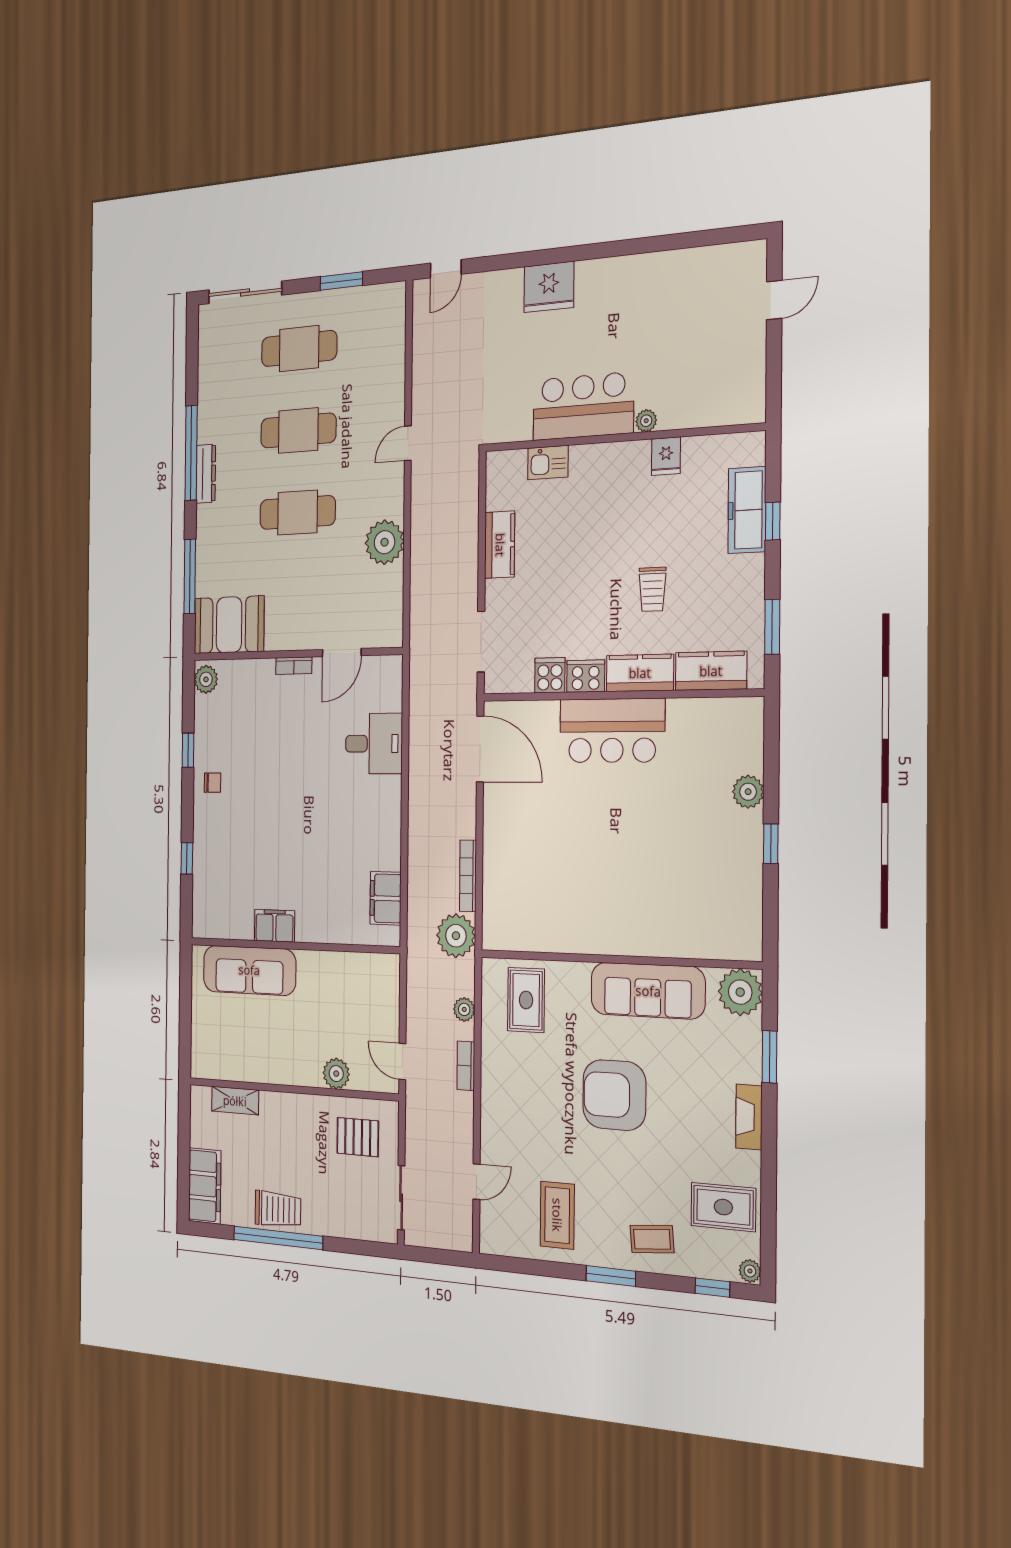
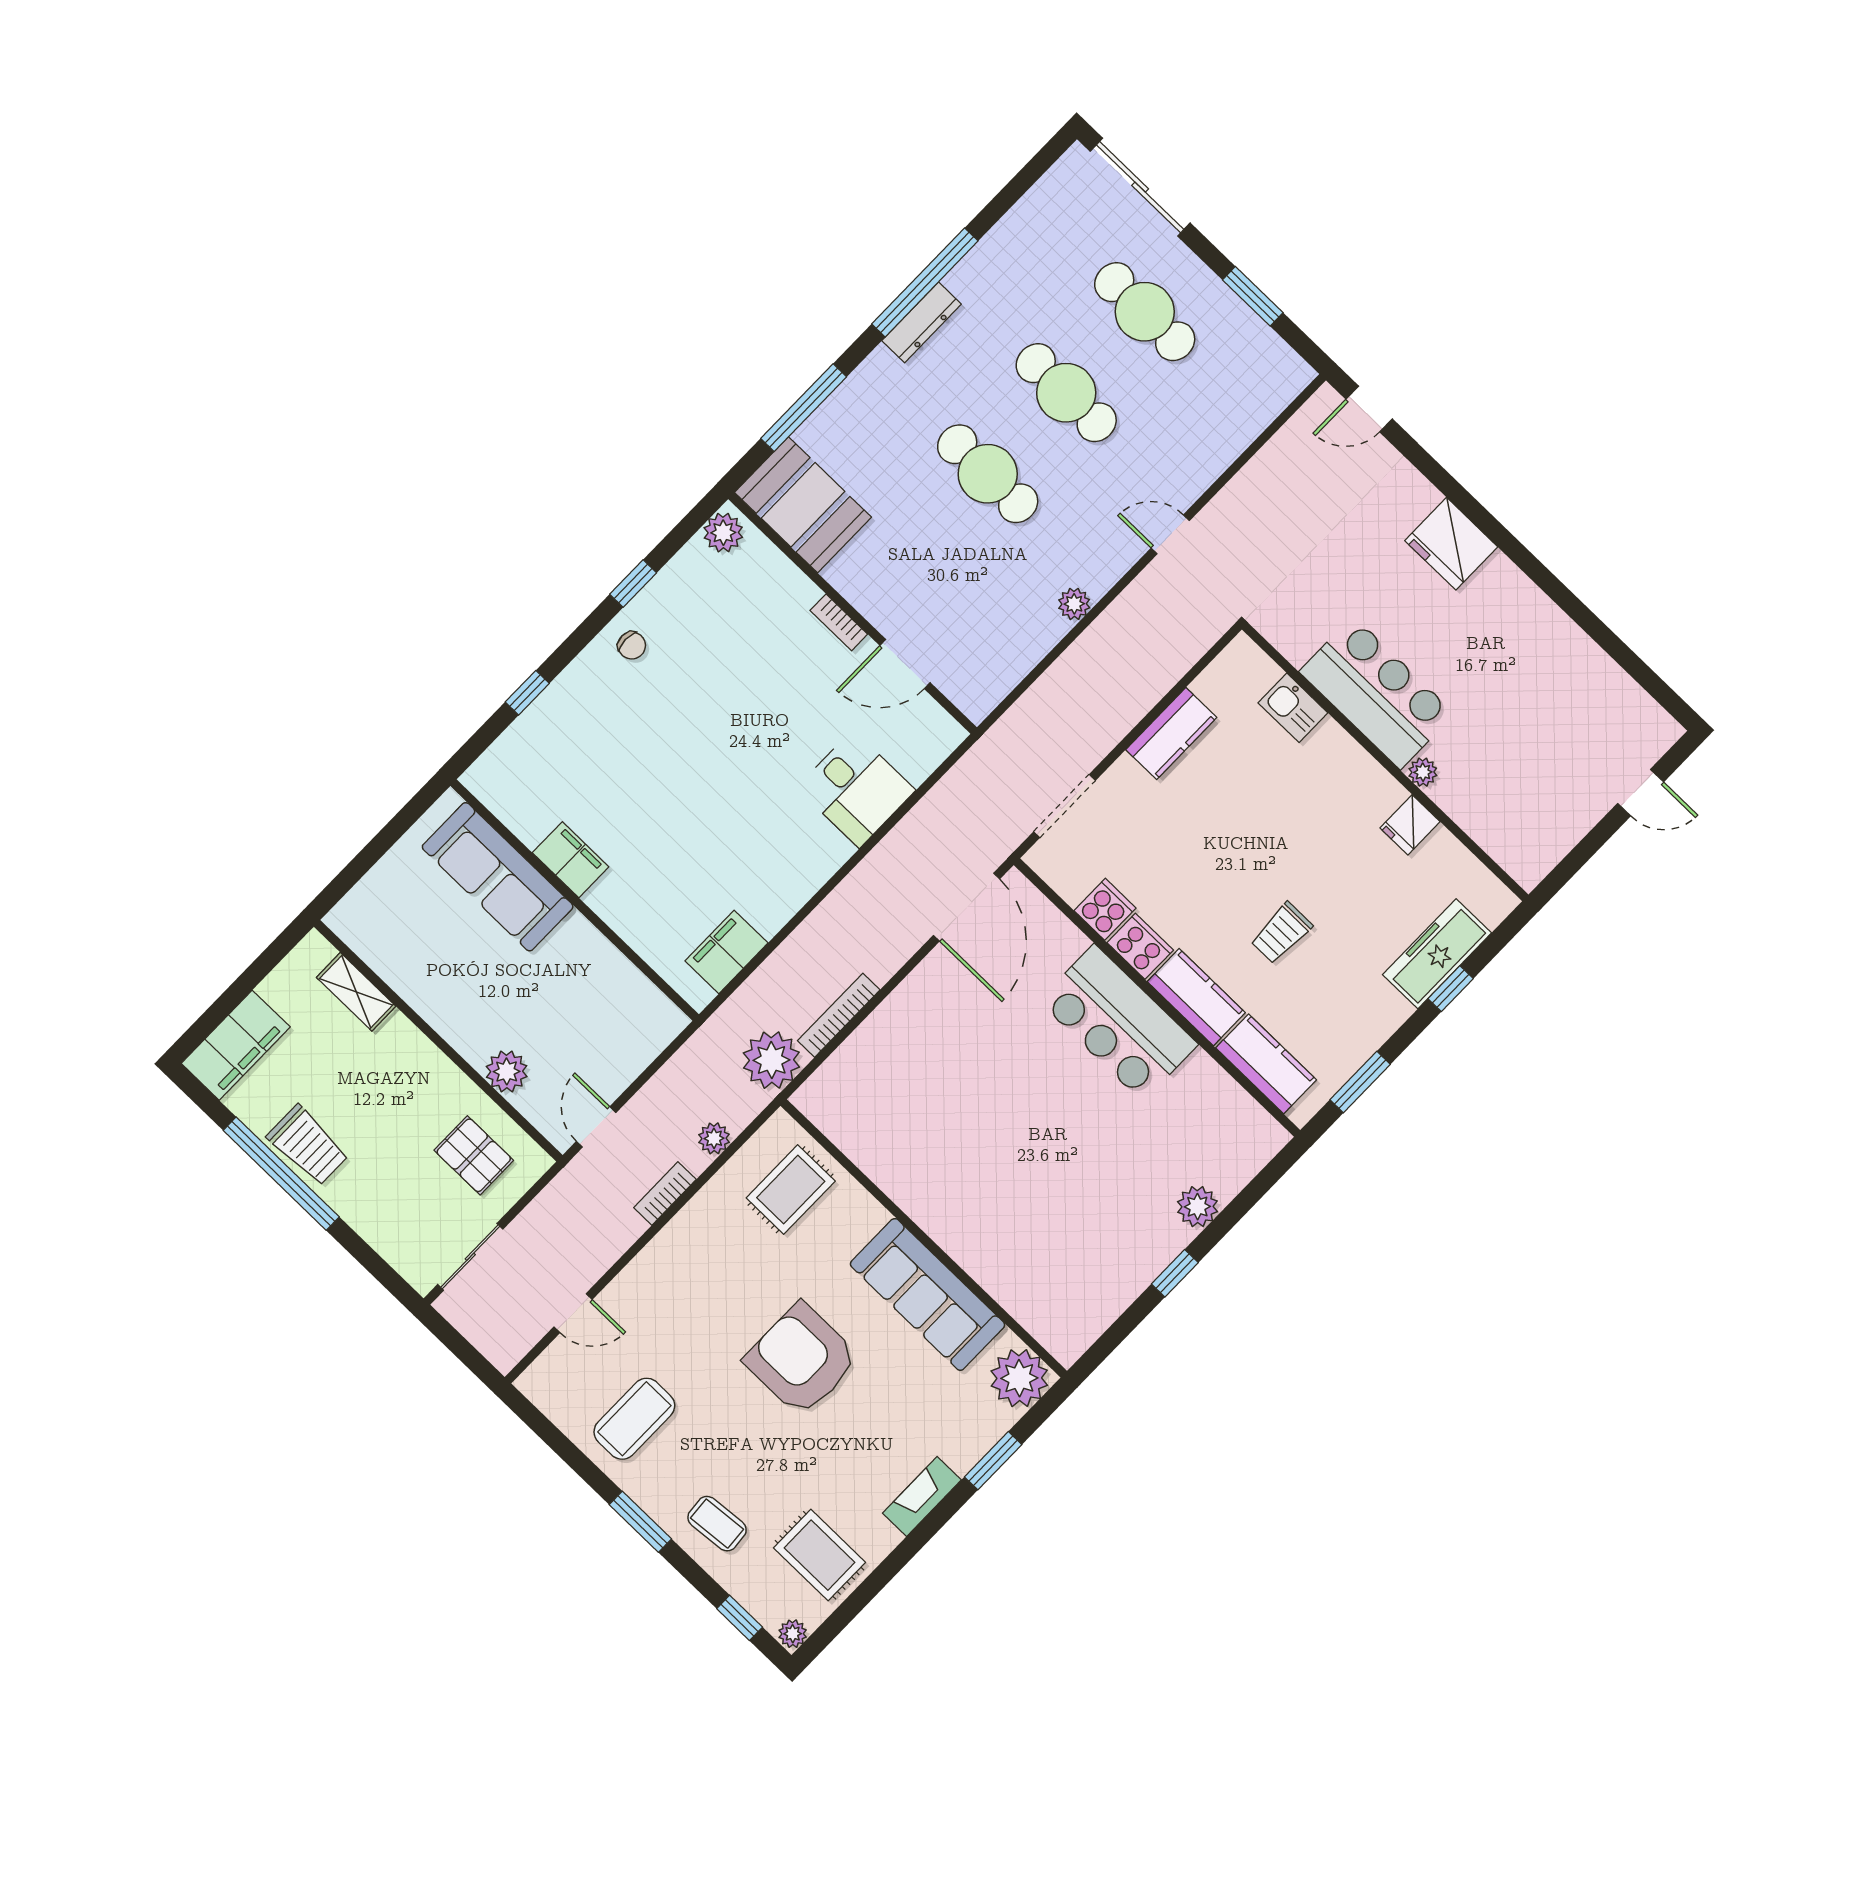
plant: (385, 542) -> (1074, 604), width x0.53, depth x0.53

